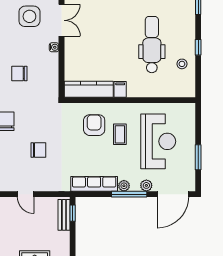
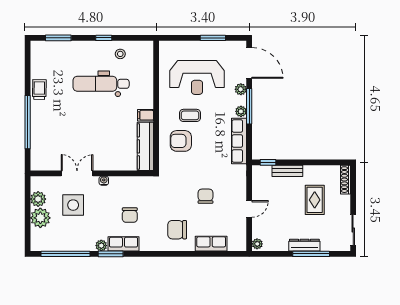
reception desk: (158, 141) -> (197, 77), turned 180
bench: (64, 215) -> (287, 171), moved

